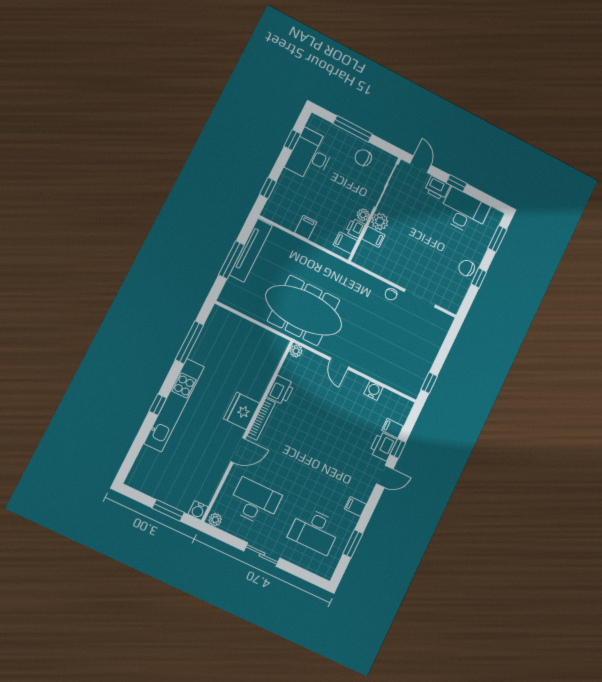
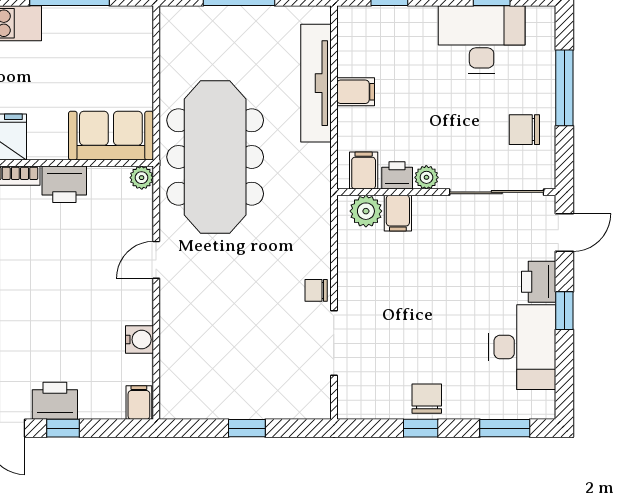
chair: (363, 158) -> (524, 130), turned -90
plant: (380, 221) -> (366, 211), moved
tv unit: (251, 250) -> (316, 83), moved, turned 90
sofa: (268, 356) -> (111, 136), added
window: (429, 383) -> (247, 428), moved
filing cabinet: (393, 428) -> (139, 403), moved

